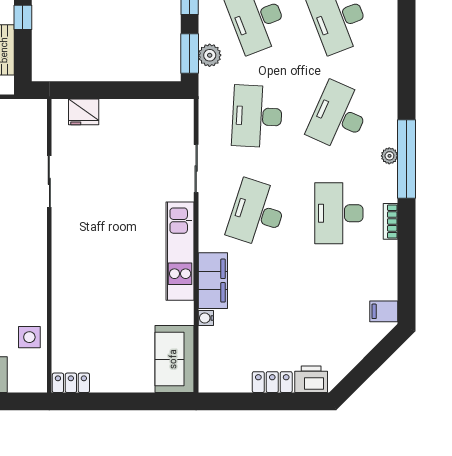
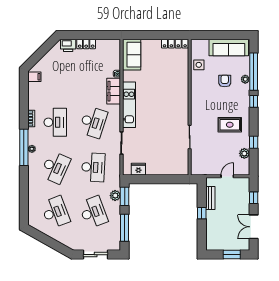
fridge: (84, 112) -> (138, 169), moved
locker: (71, 383) -> (175, 44), width x1.53

